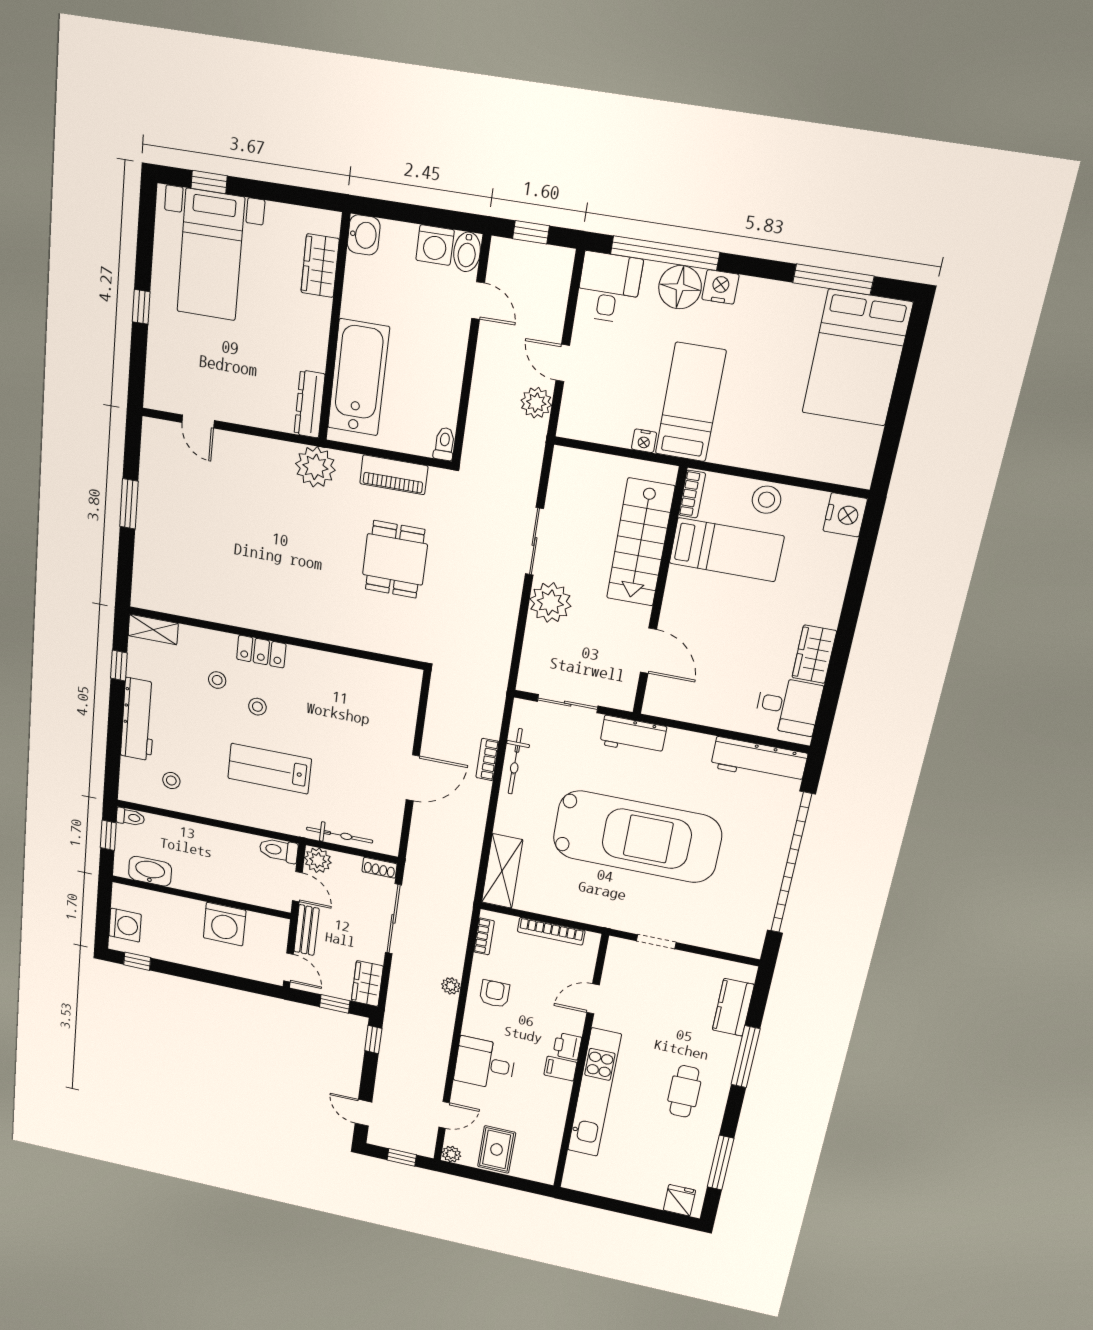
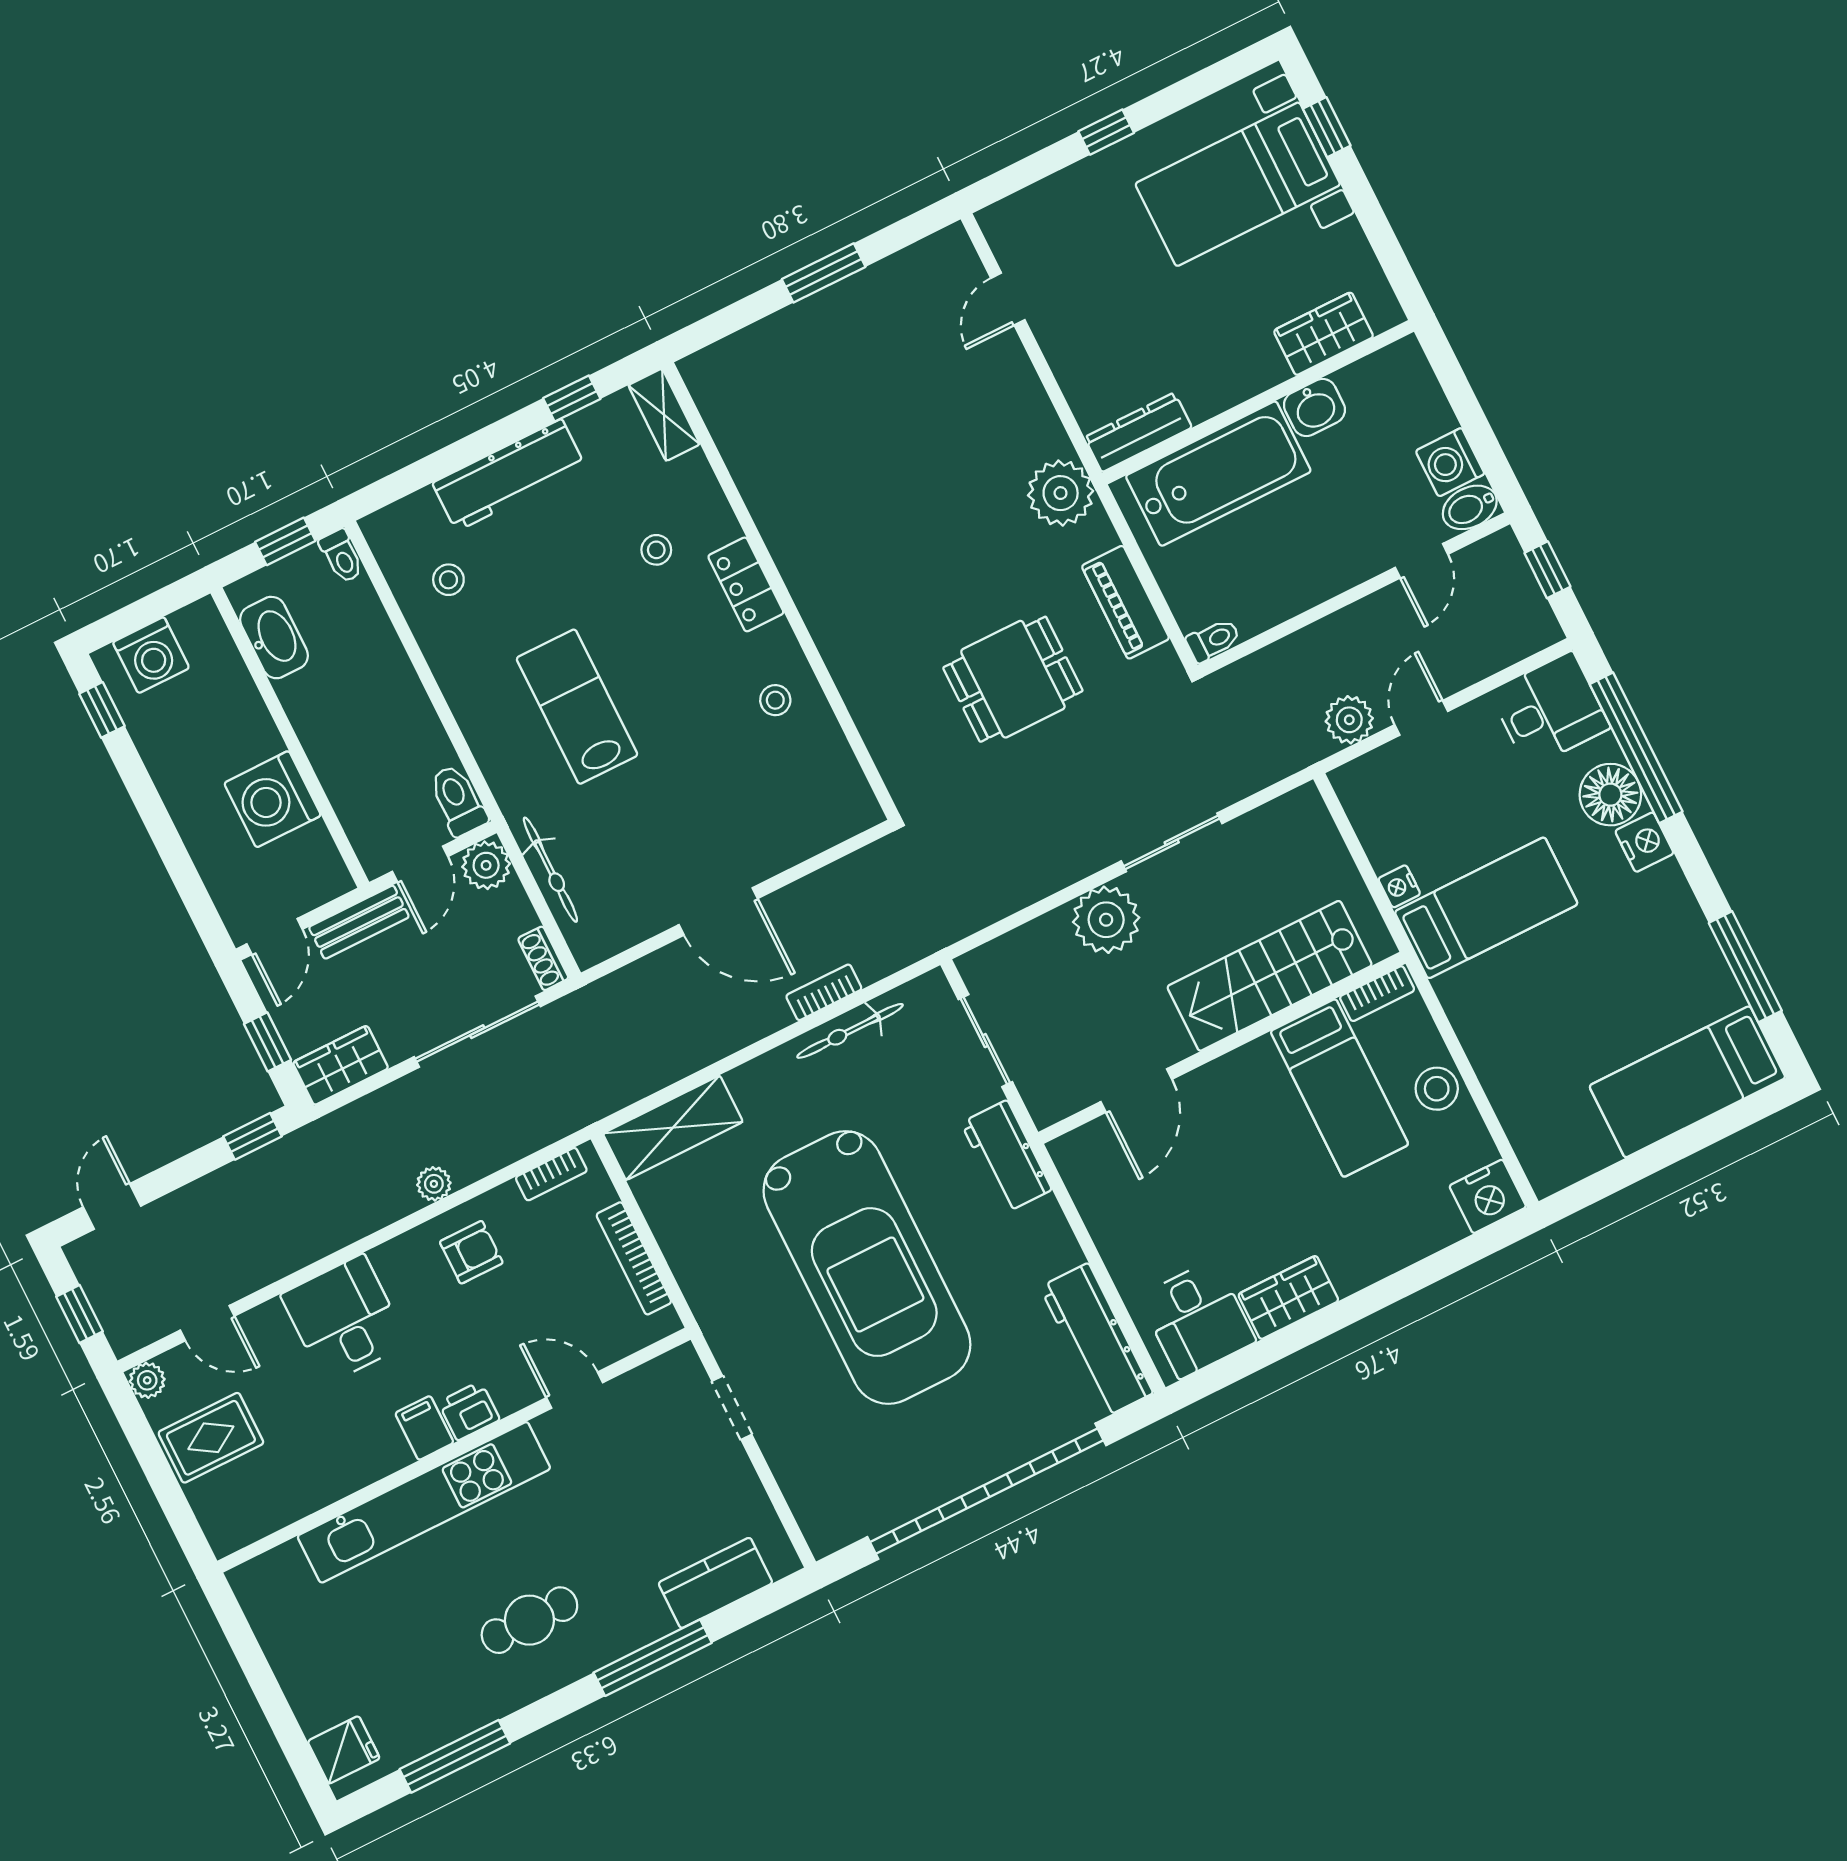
washbasin: (364, 235) -> (1314, 407), moved
bed: (857, 358) -> (1687, 1082), width x0.67
stool: (257, 707) -> (775, 700), moved

